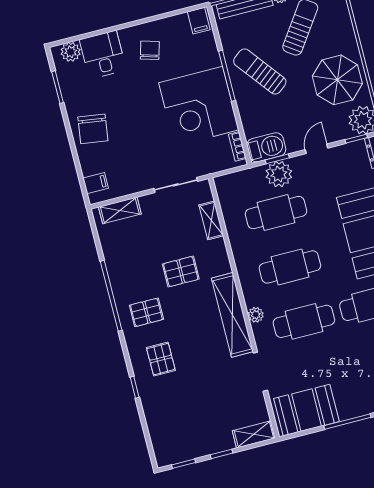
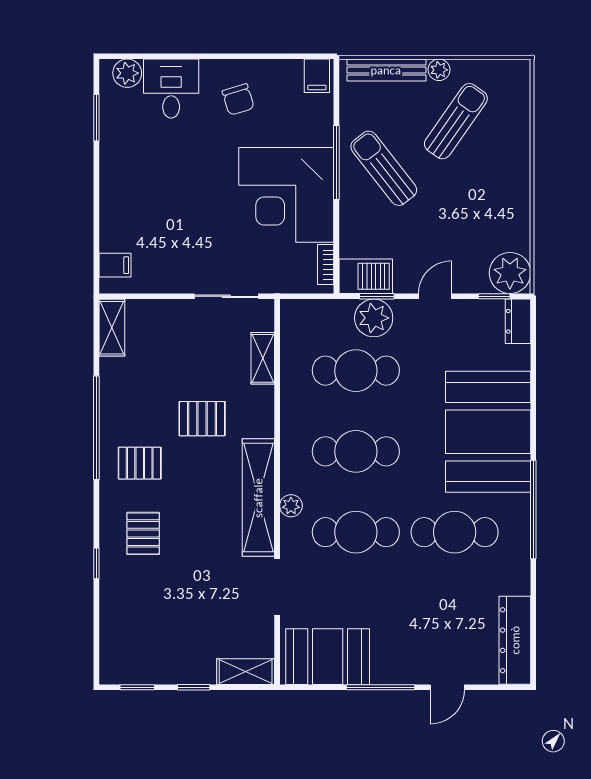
chair: (150, 50) -> (238, 99), turned 147
parasol: (337, 80) -> (489, 208), removed
chair: (93, 129) -> (131, 189), removed
shelving: (120, 210) -> (112, 328), moved, turned 90

